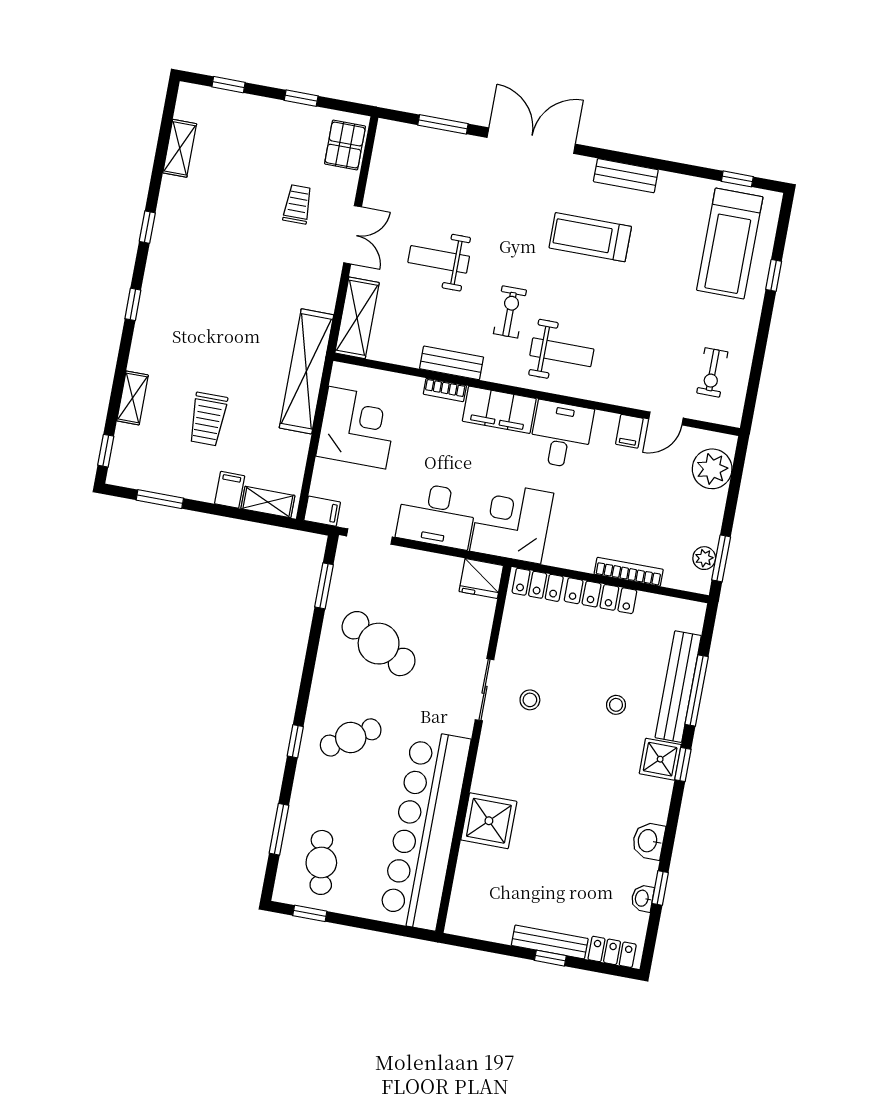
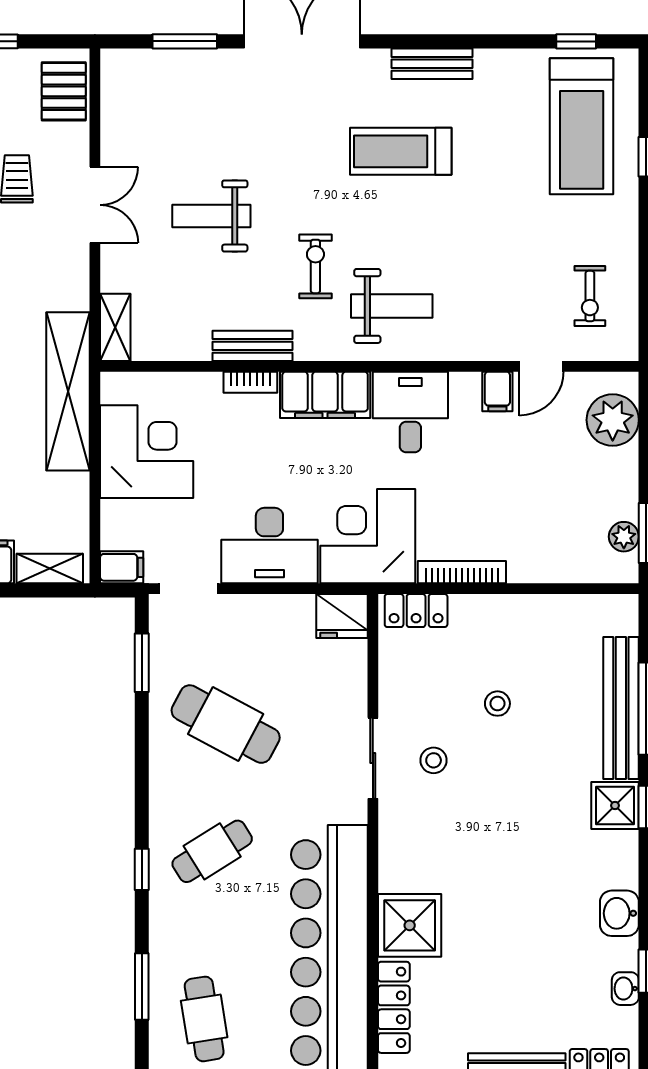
shelving: (357, 318) -> (115, 327), width x0.67, depth x0.75
bookcase: (629, 572) -> (462, 572), moved
locker: (600, 596) -> (394, 1007), moved, turned -90
stool: (616, 705) -> (497, 704), moved

